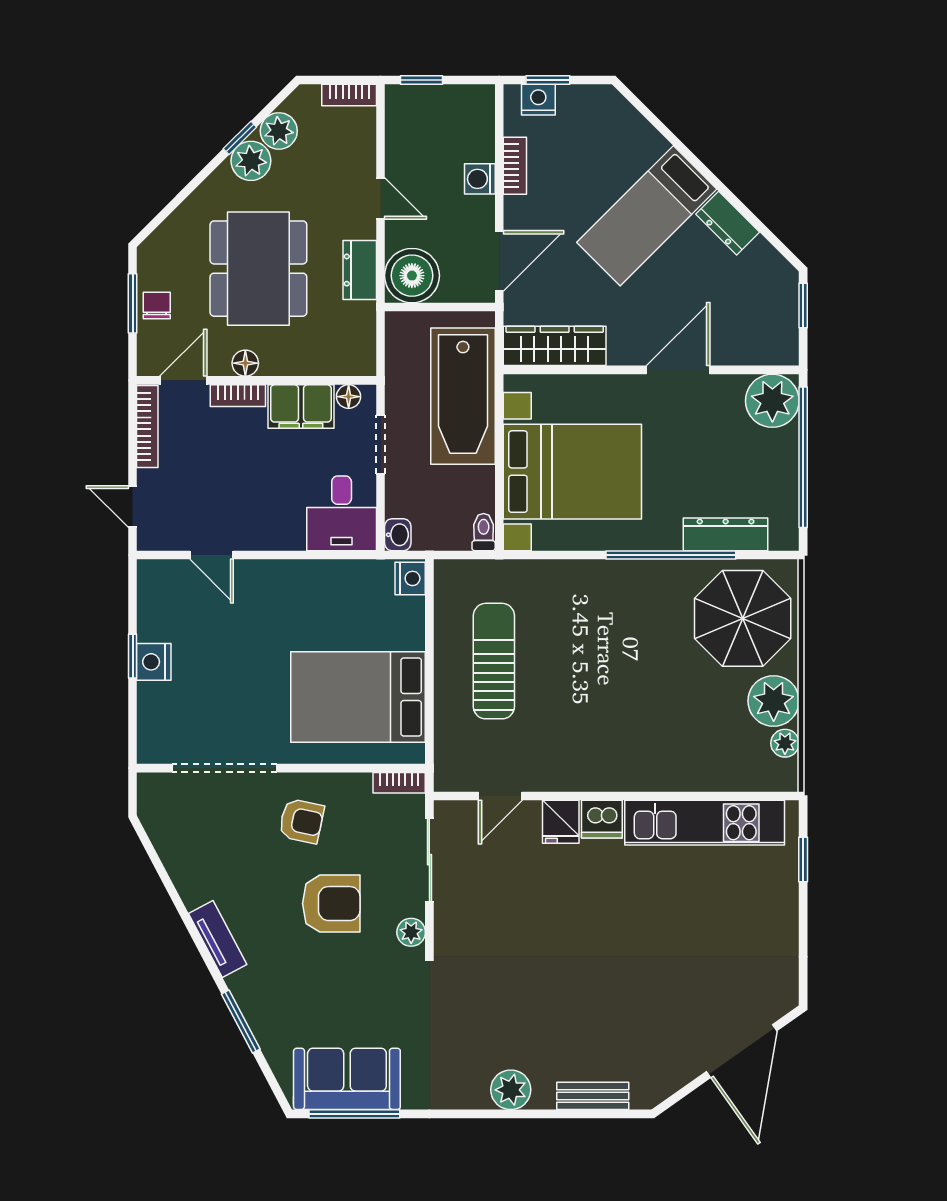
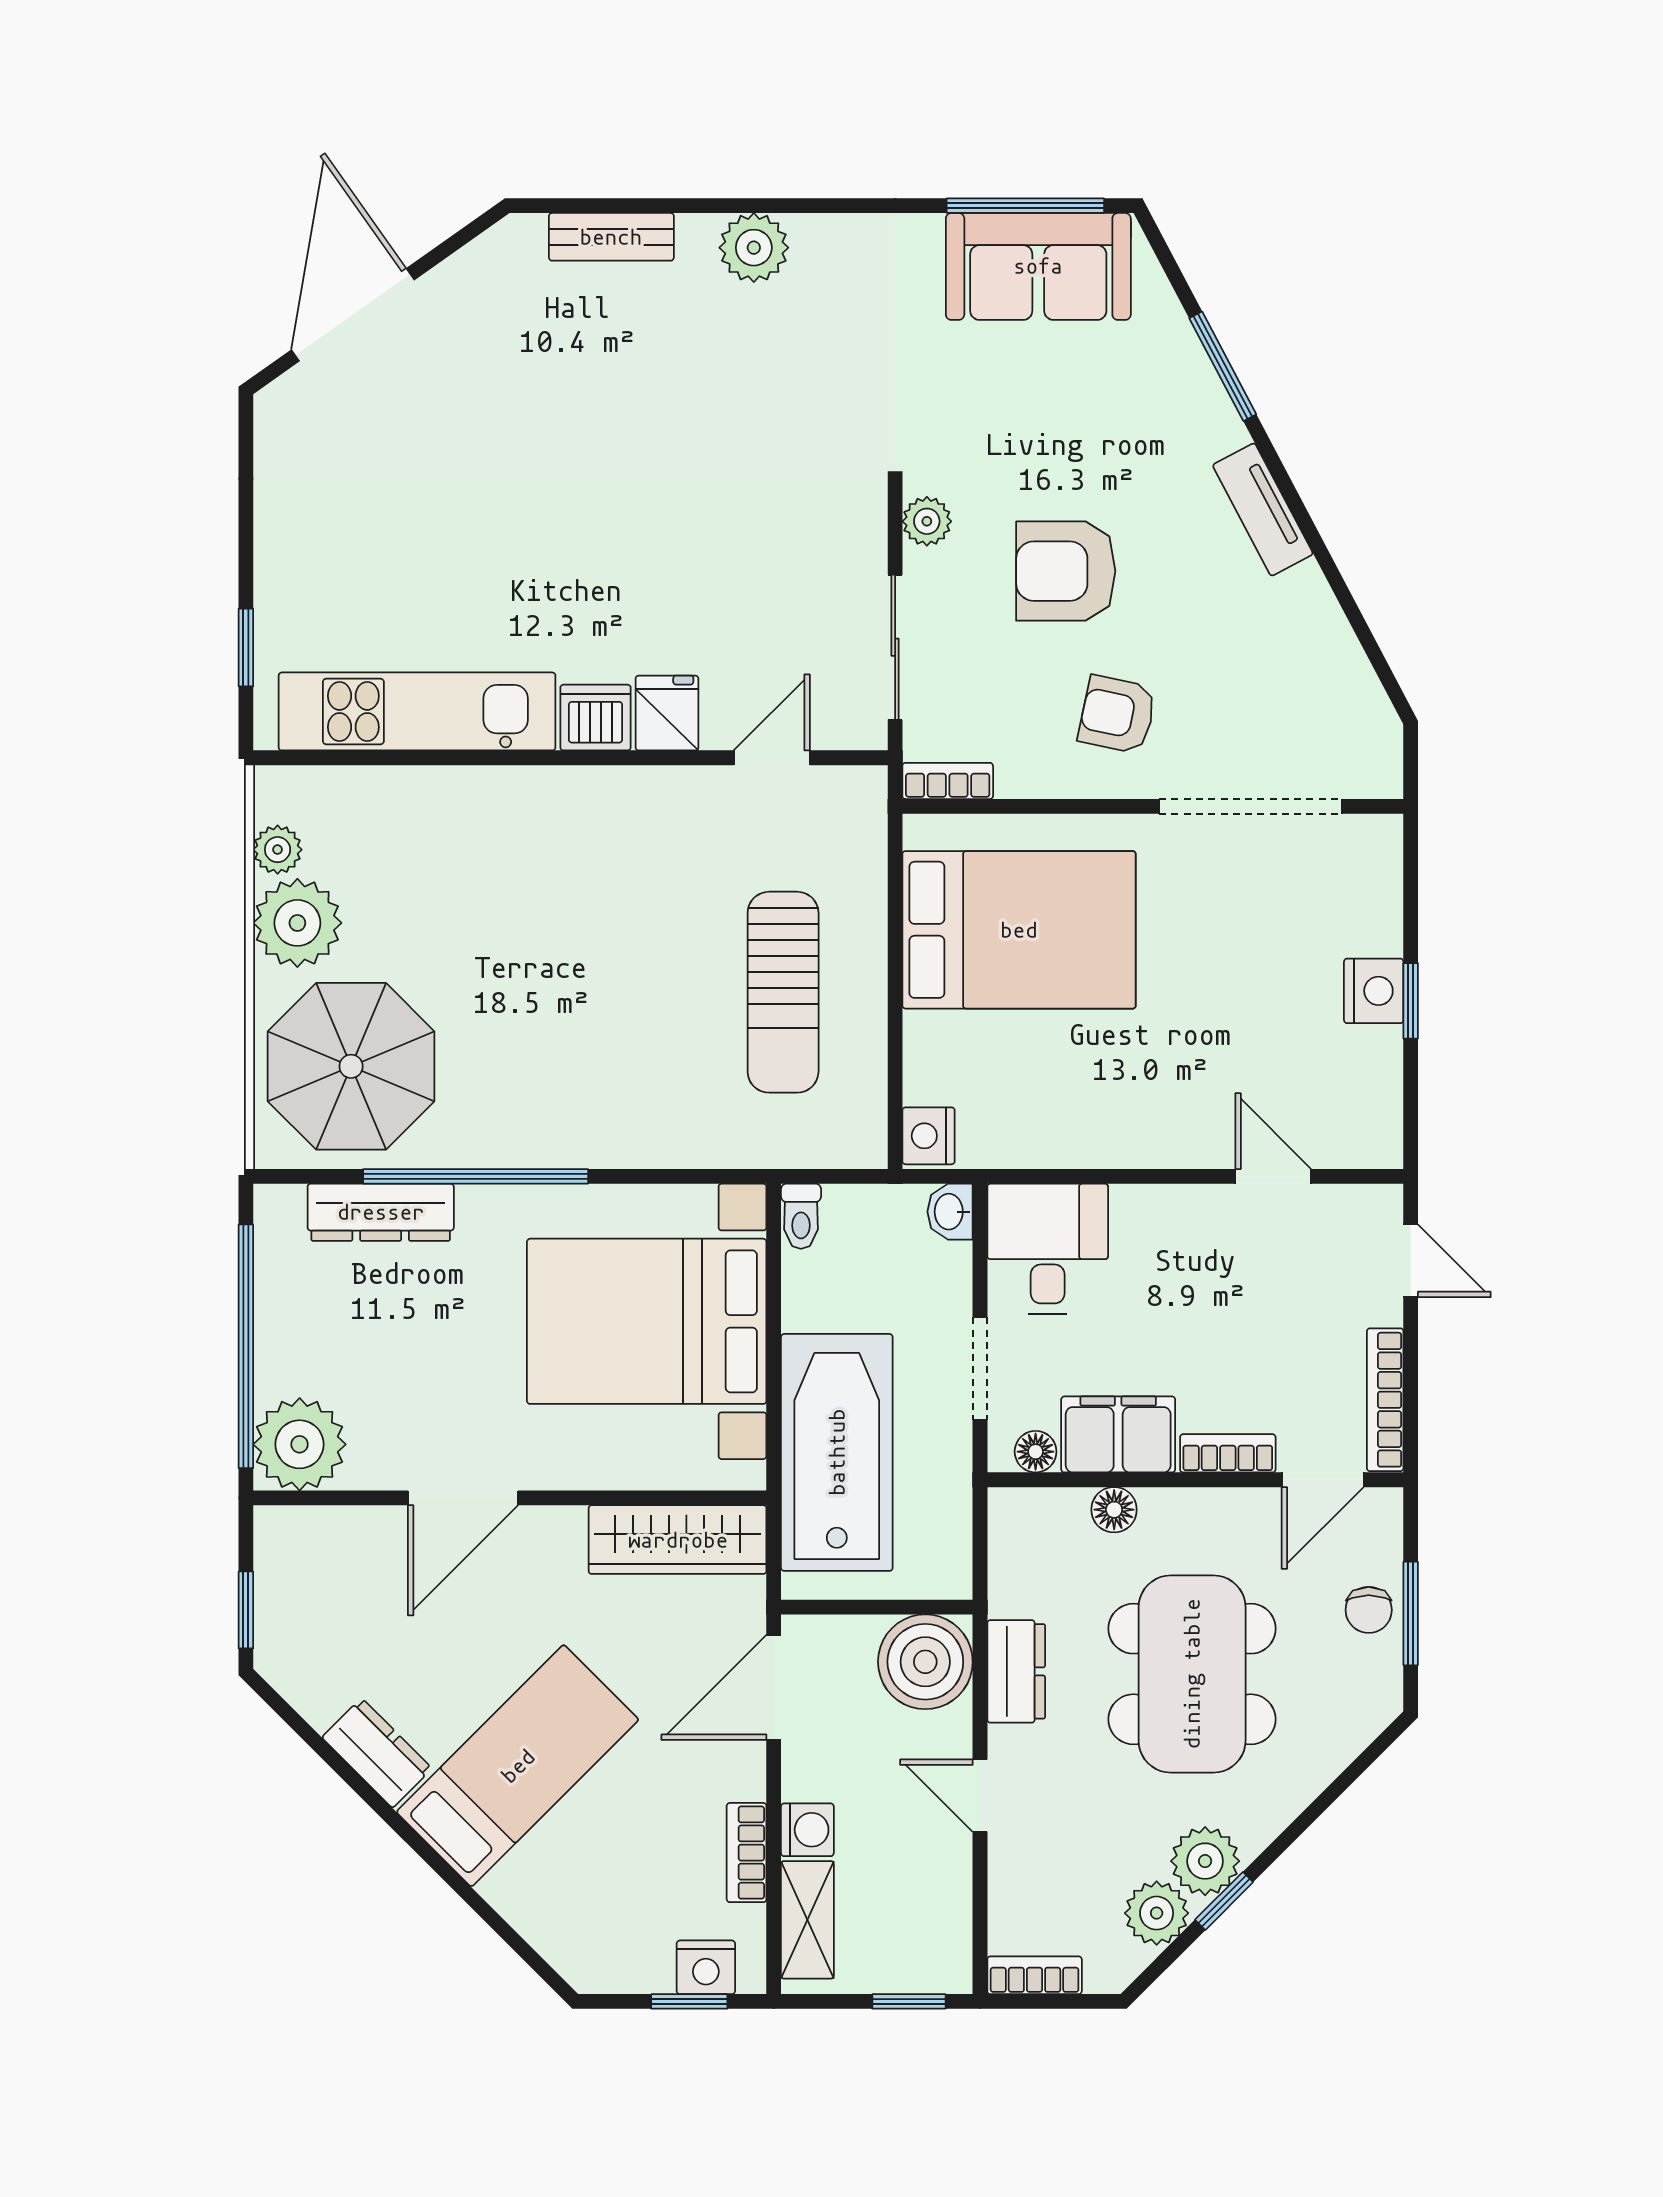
shelving: (480, 127) -> (807, 1920), added
floor lamp: (245, 363) -> (1114, 1510), moved

